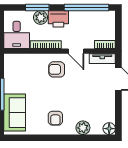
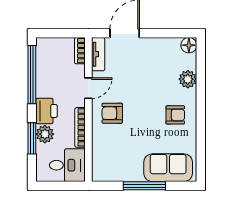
armchair: (57, 69) -> (112, 113), turned 90

